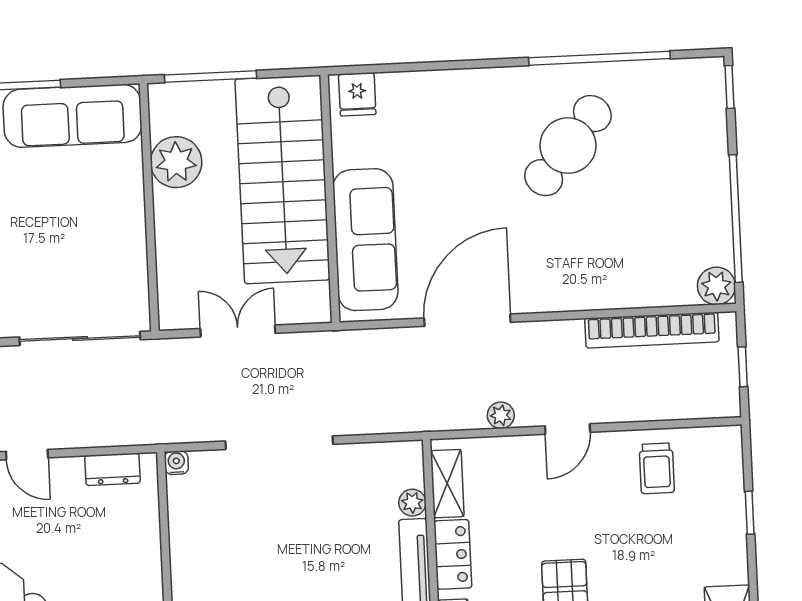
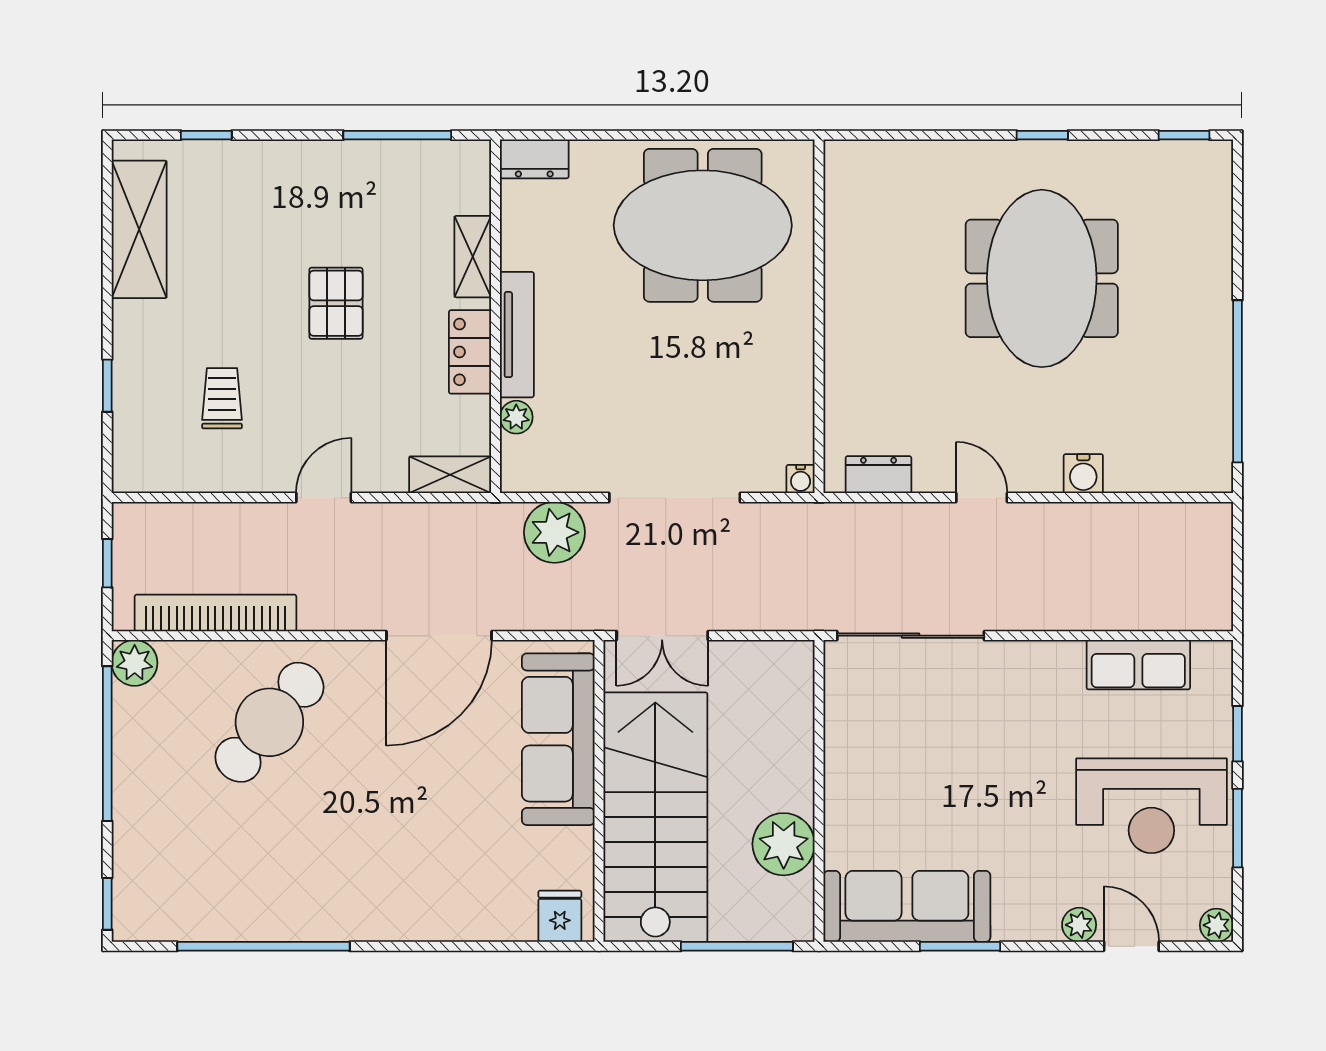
cafe table: (568, 146) -> (269, 722), moved
double door: (238, 331) -> (662, 636), moved
plant: (501, 415) -> (554, 532), moved, width x1.87, depth x1.87
trolley: (657, 468) -> (222, 398), moved
shelving: (447, 484) -> (450, 475), moved, turned 90

